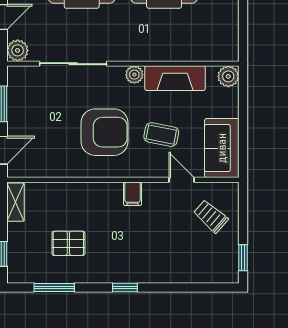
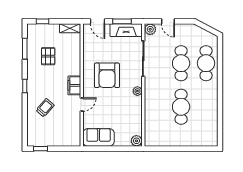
fireplace: (175, 78) -> (126, 30), moved, turned -90
coffee table: (161, 135) -> (106, 105), removed
door: (182, 180) -> (82, 104), moved
filing cabinet: (133, 194) -> (74, 85), width x2.00
trolley: (211, 216) -> (45, 108), moved

